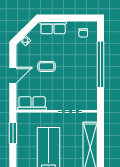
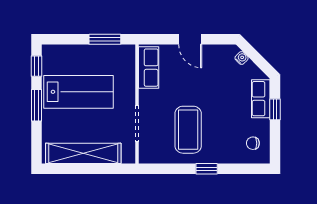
window: (60, 18) -> (275, 109), added
window: (100, 64) -> (207, 169), width x0.32
coffee table: (47, 66) -> (188, 130), moved, width x1.86, depth x1.72

